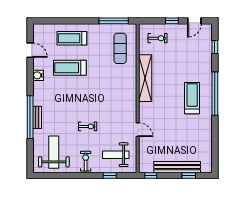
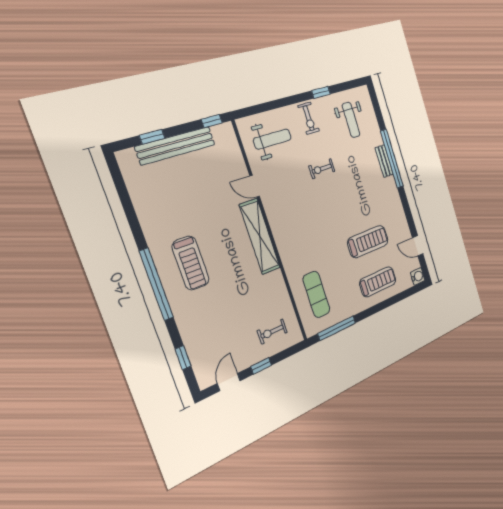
water cooler: (38, 75) -> (418, 276), moved
shelving: (145, 78) -> (260, 236), moved
weight bench: (54, 152) -> (351, 120), width x0.73, depth x0.75
window: (110, 176) -> (321, 92), moved

